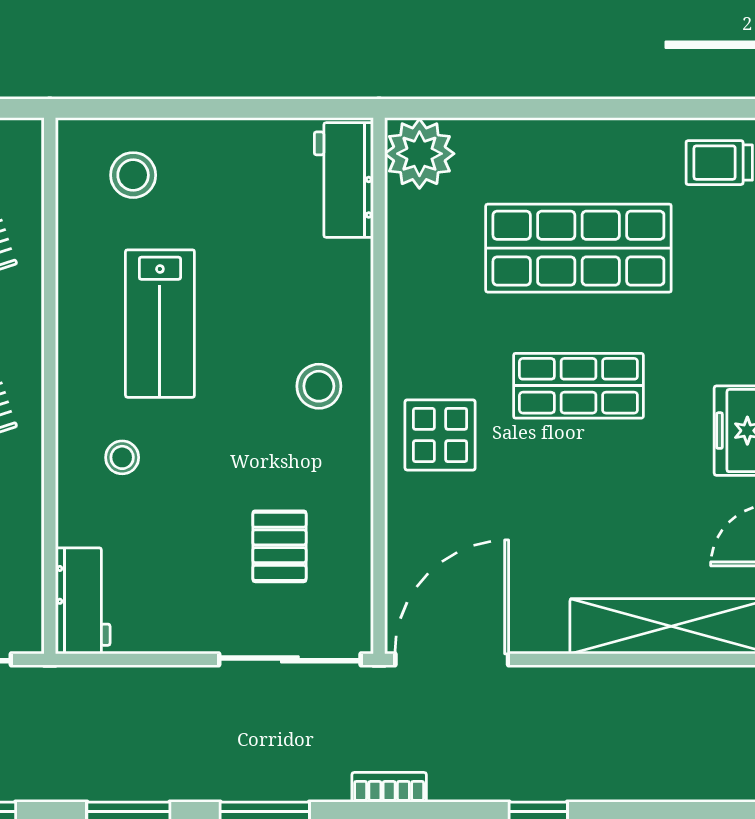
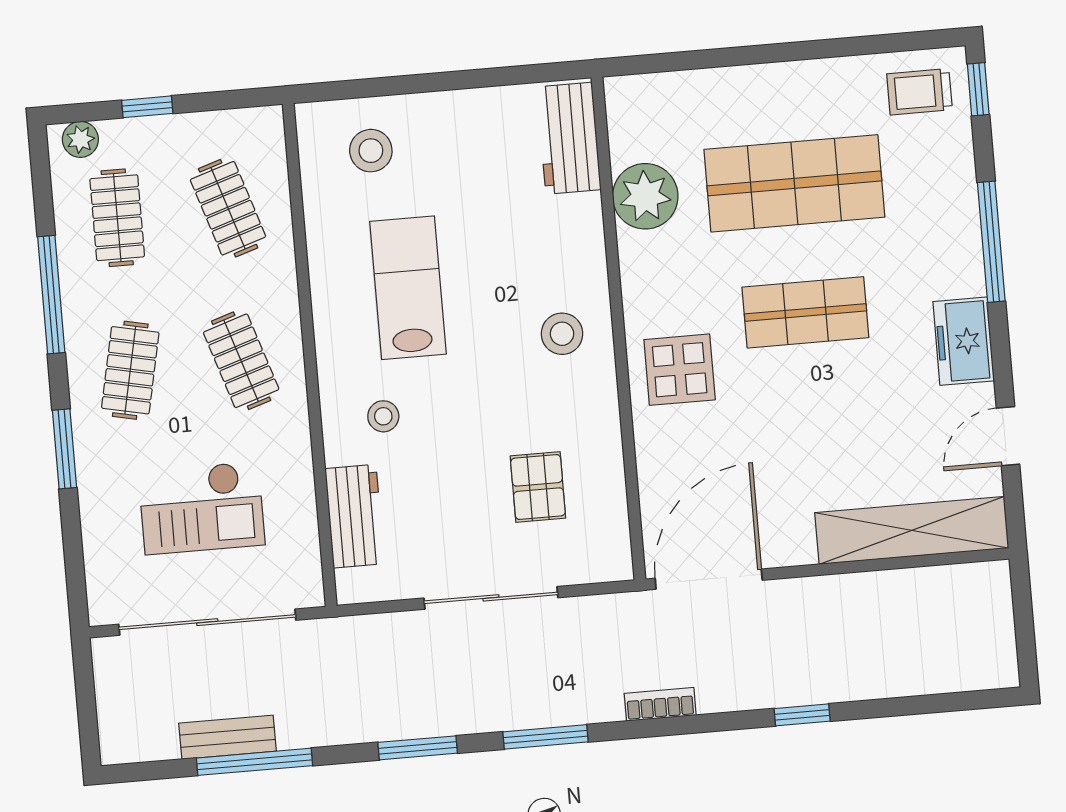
plant: (419, 154) -> (645, 196), moved
lab bench: (160, 324) -> (408, 288), turned 180
workbench: (83, 601) -> (355, 516), moved
sliding door: (290, 659) -> (491, 598), moved

